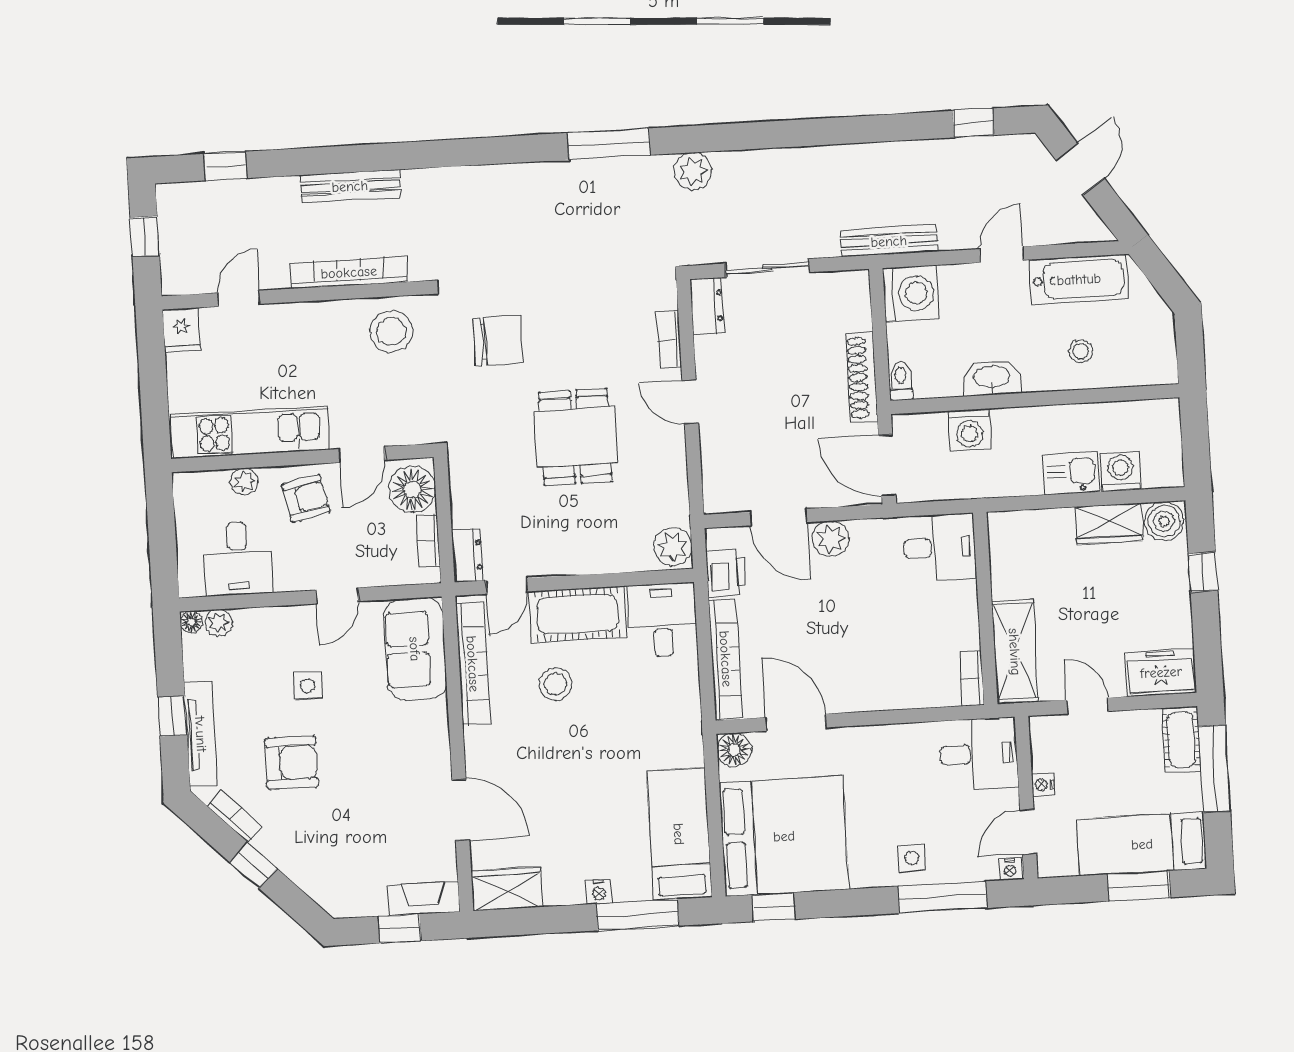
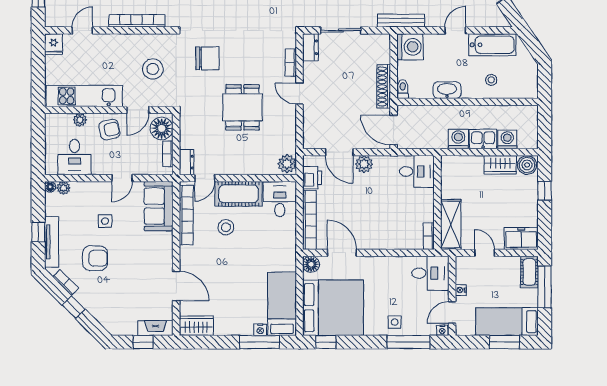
stool: (391, 331) -> (153, 69), moved
washing machine: (969, 430) -> (458, 139), moved, turned 180
nightstand: (599, 892) -> (260, 330), moved

